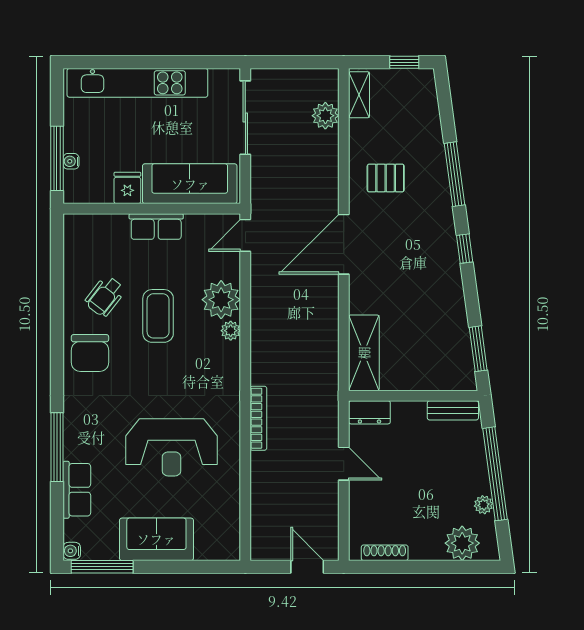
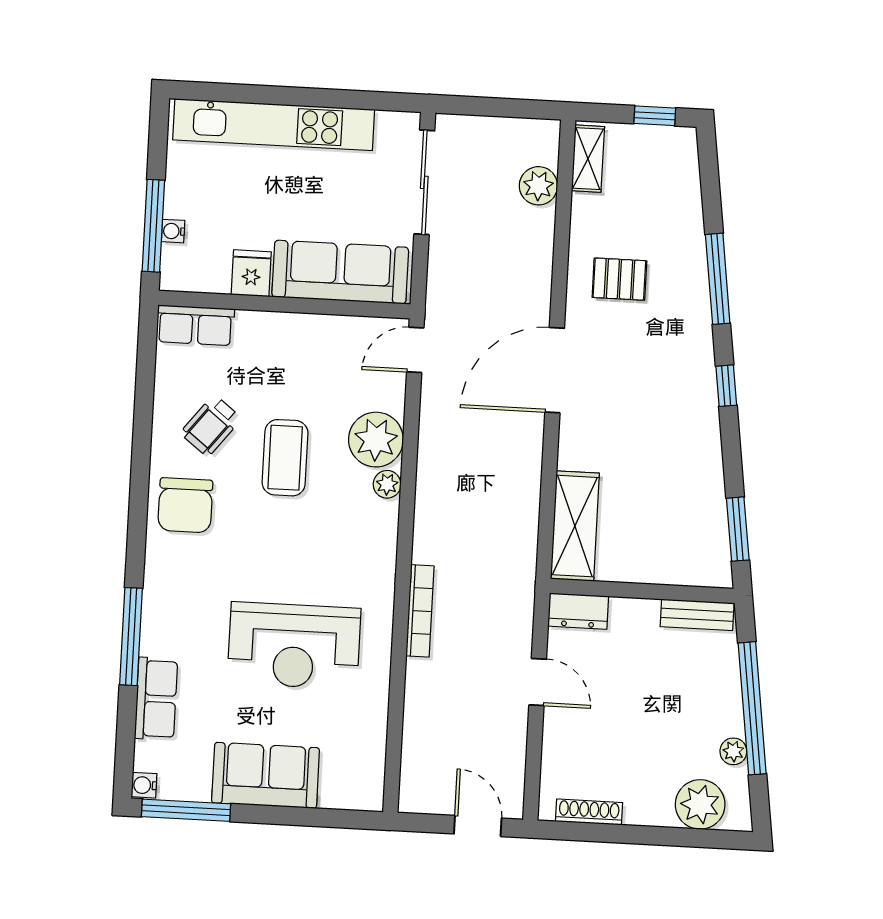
row of seats: (156, 226) -> (195, 325), moved

